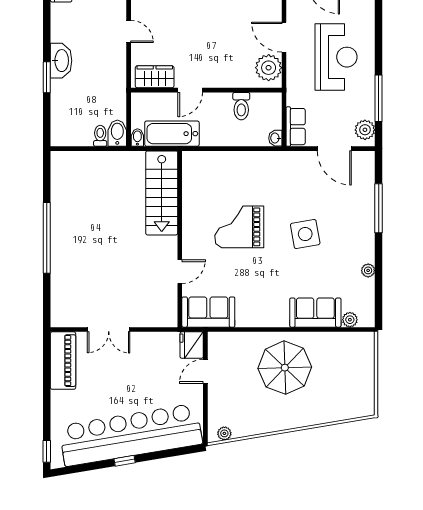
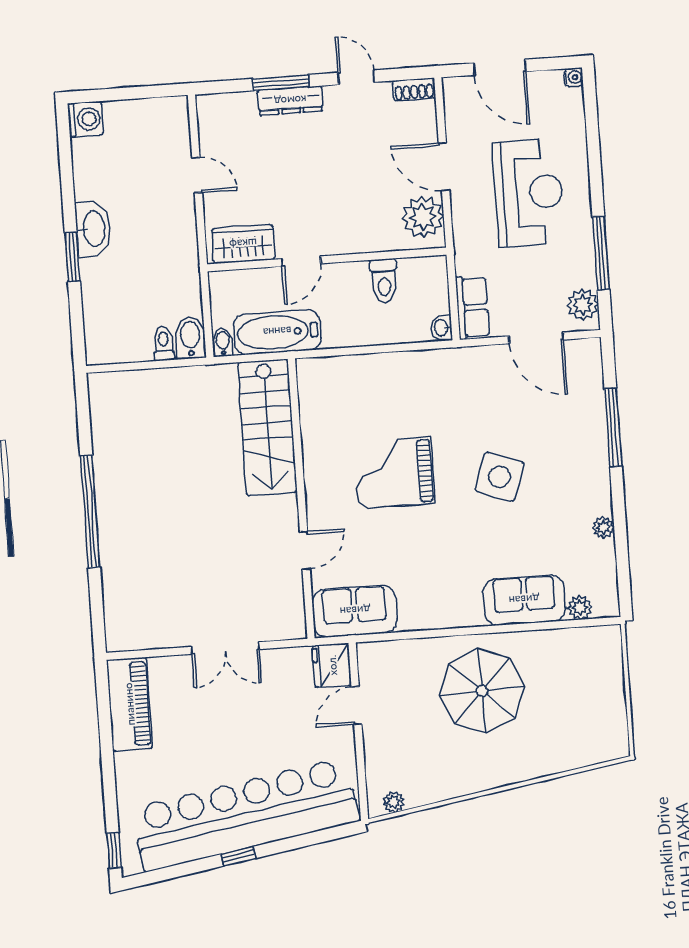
side table: (305, 234) -> (500, 477), turned 30
double door: (109, 329) -> (225, 648), moved

